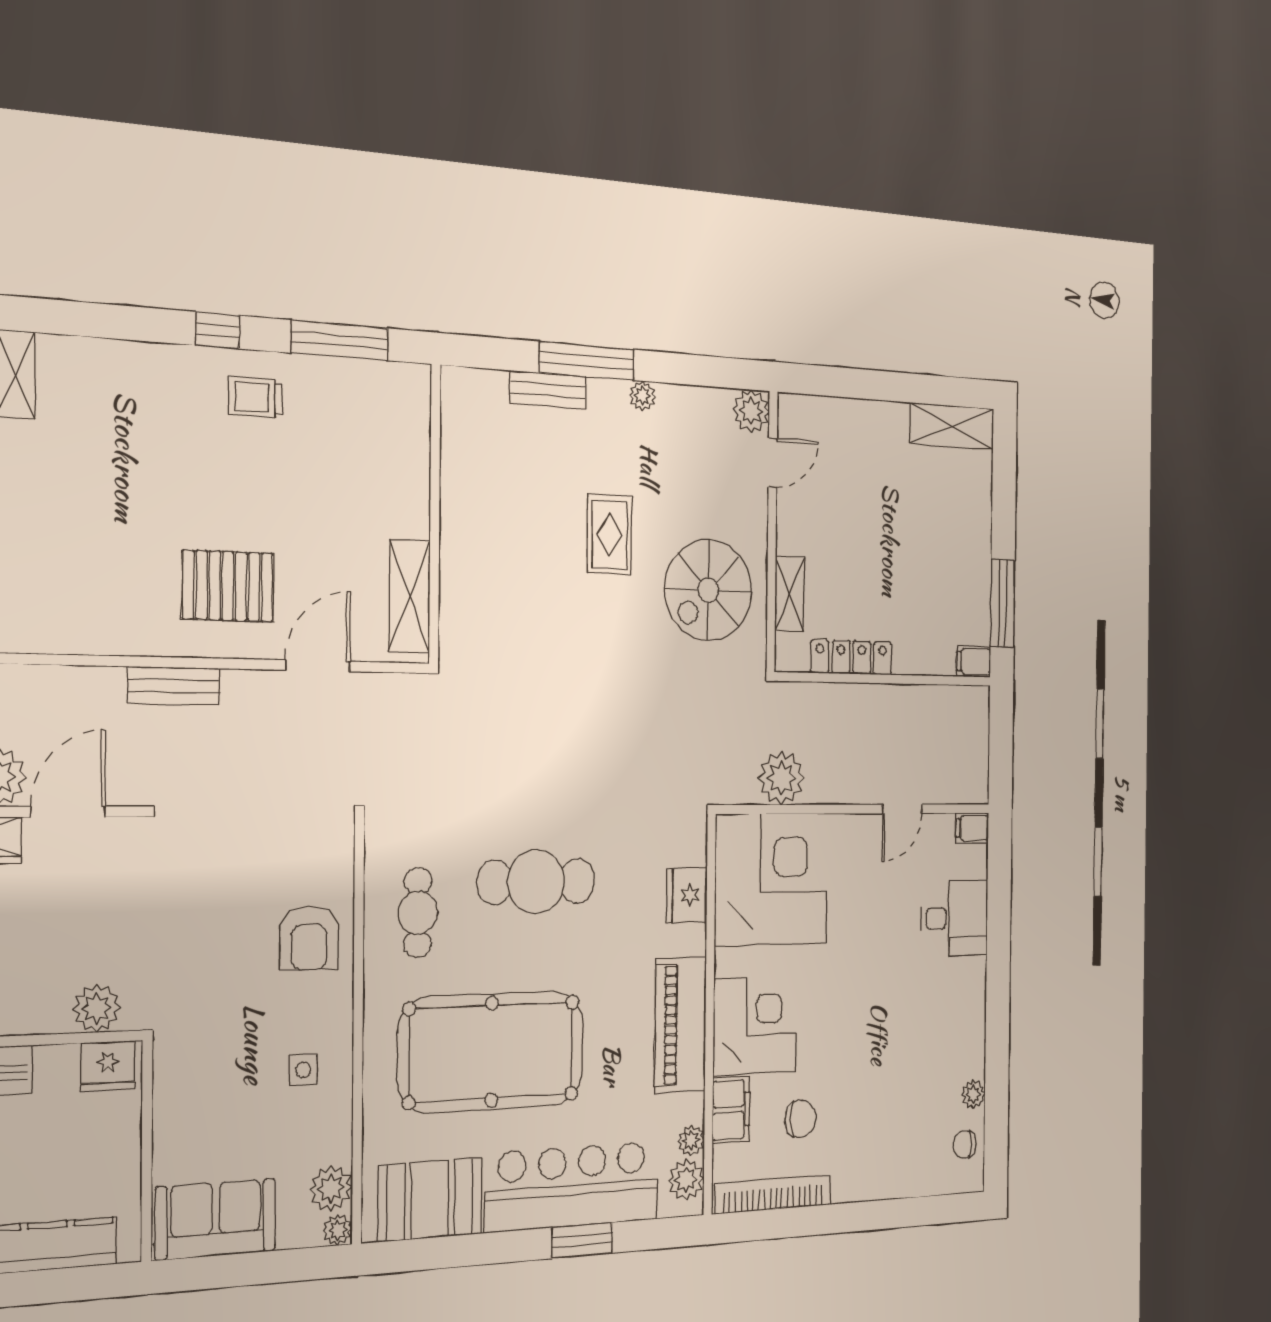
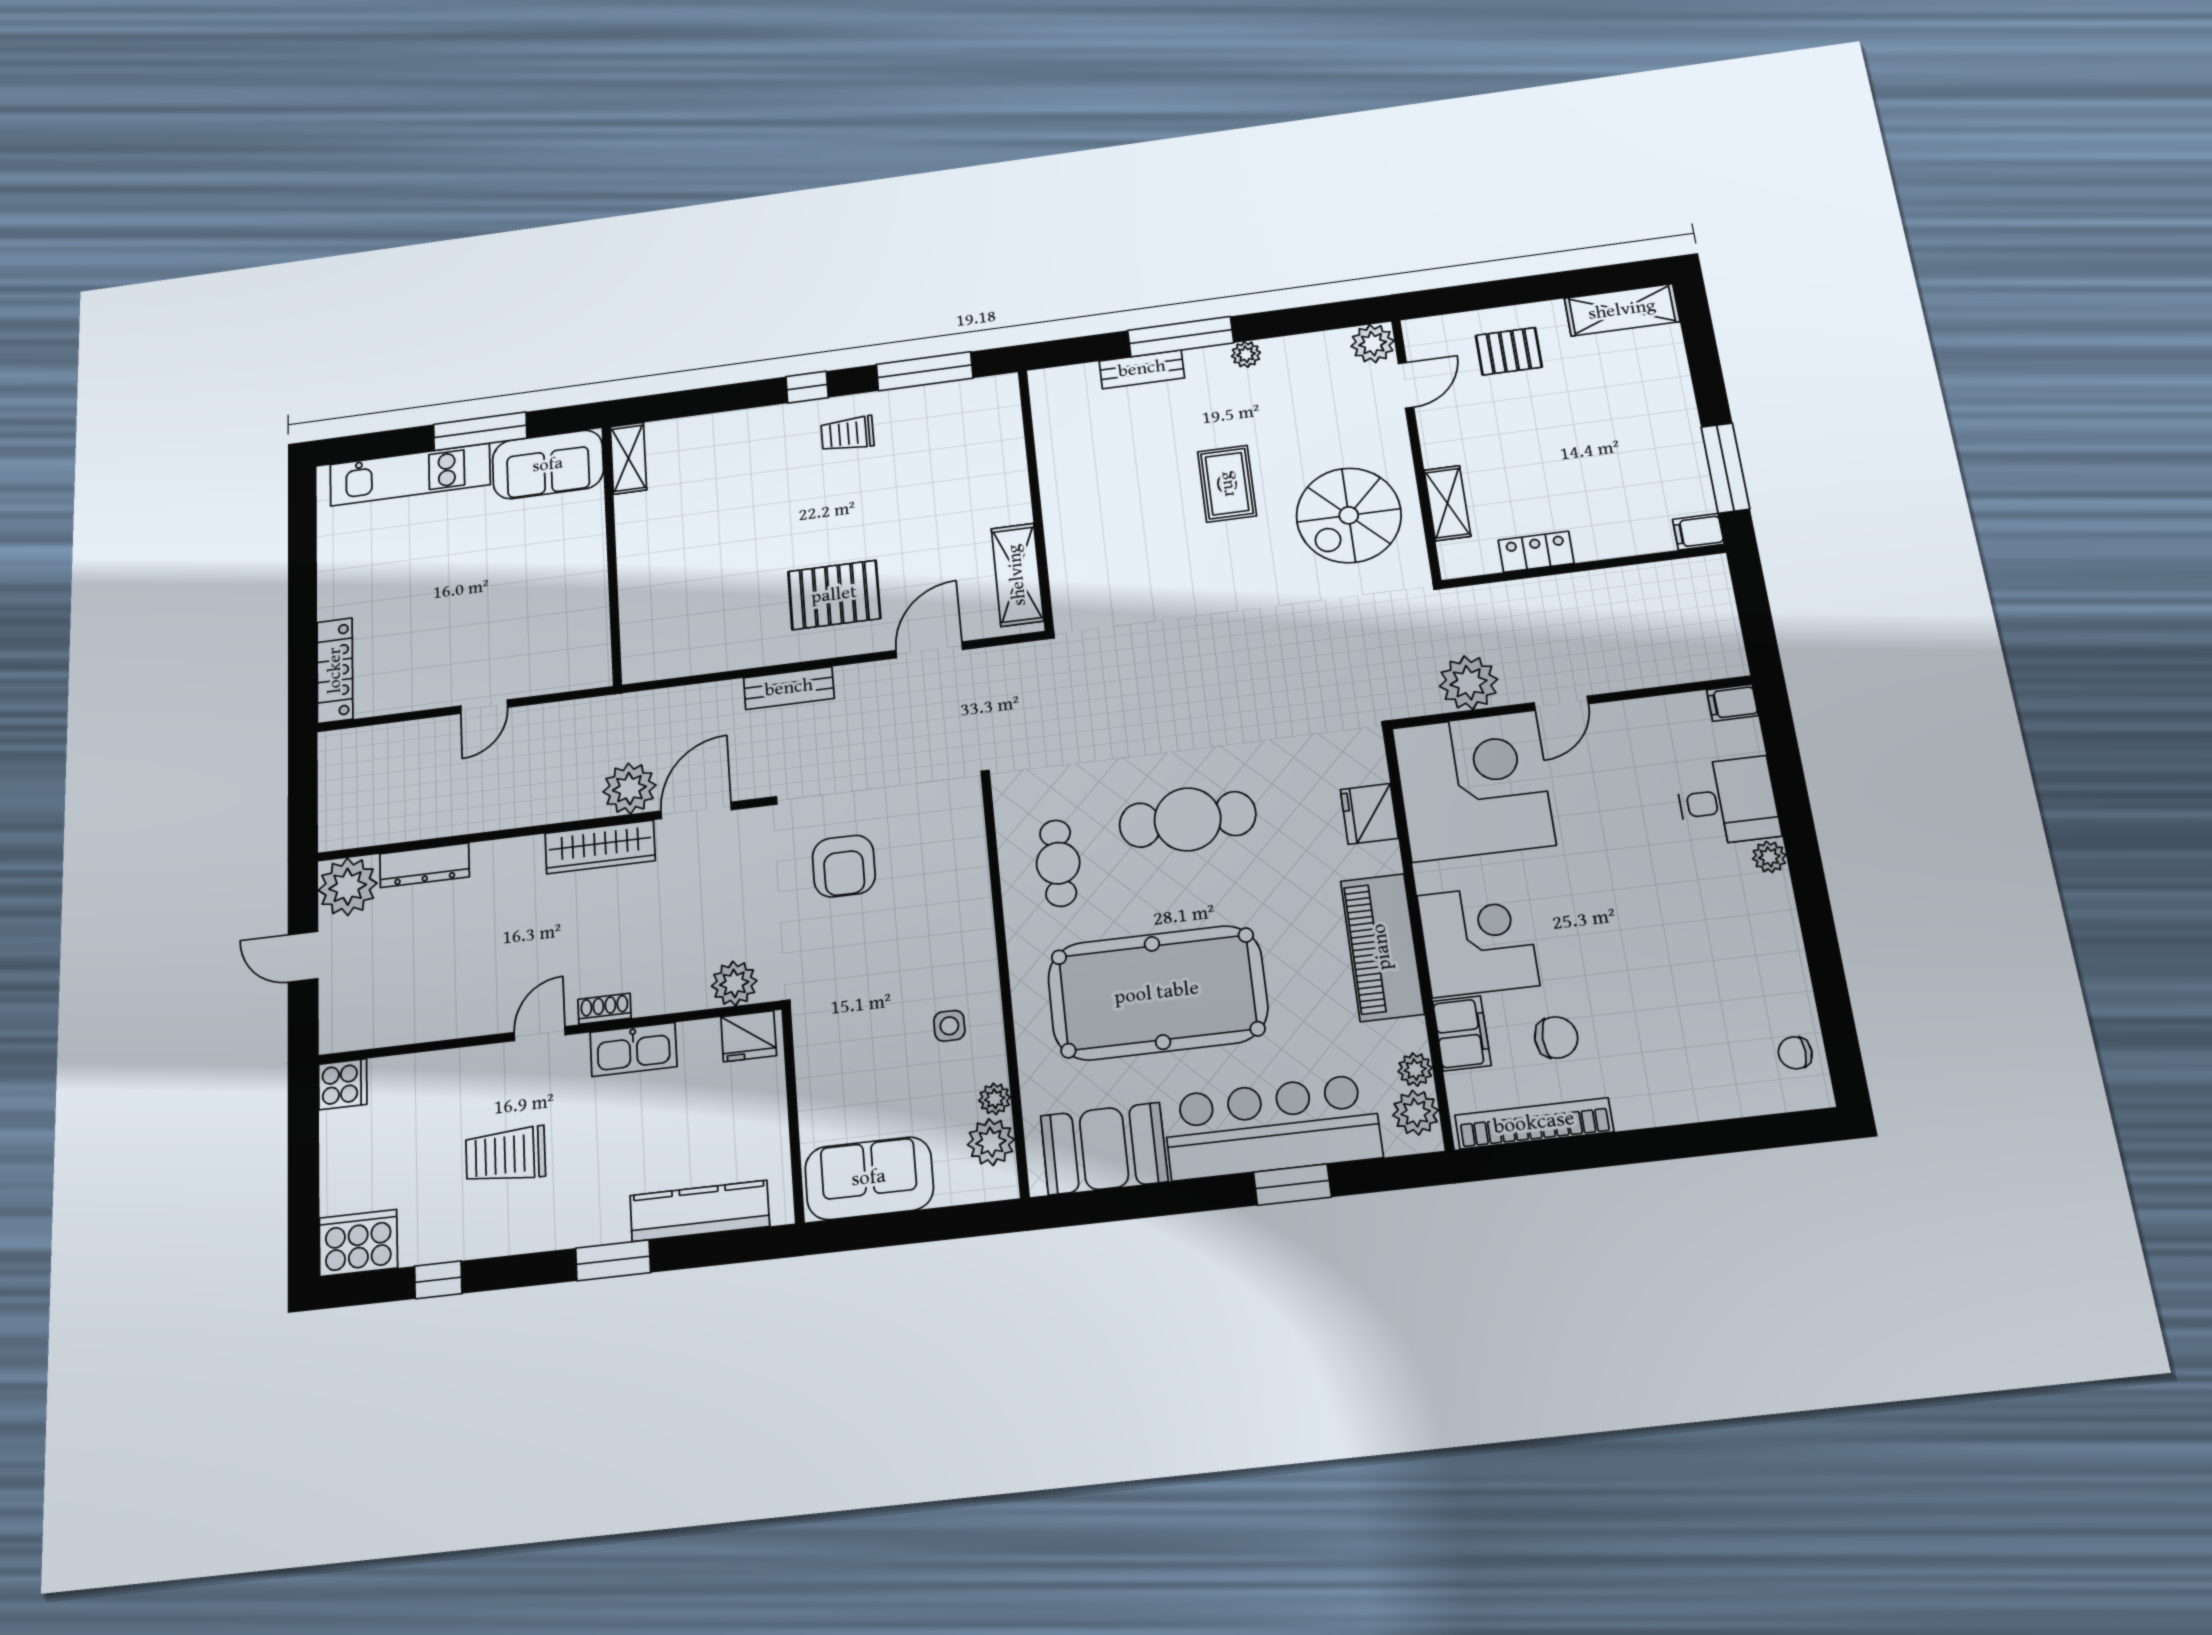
pallet: (859, 447) -> (1509, 351), added
locker: (851, 657) -> (1536, 552), width x0.66
door: (902, 809) -> (1561, 703), moved
armchair: (309, 938) -> (844, 866), moved
plant: (973, 1094) -> (1769, 857), moved
plant: (338, 1230) -> (995, 1099), moved

